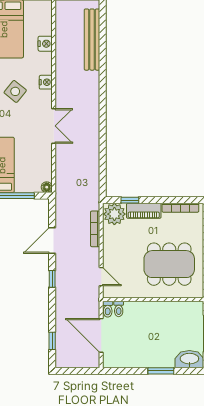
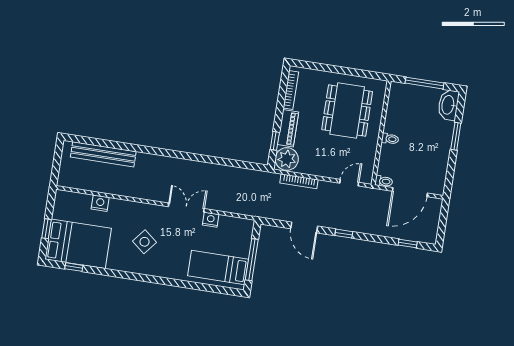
nightstand: (46, 82) -> (211, 220), moved
floor lamp: (47, 187) -> (248, 225), removed
toilet: (119, 309) -> (390, 139), moved

